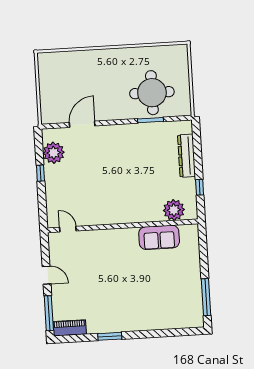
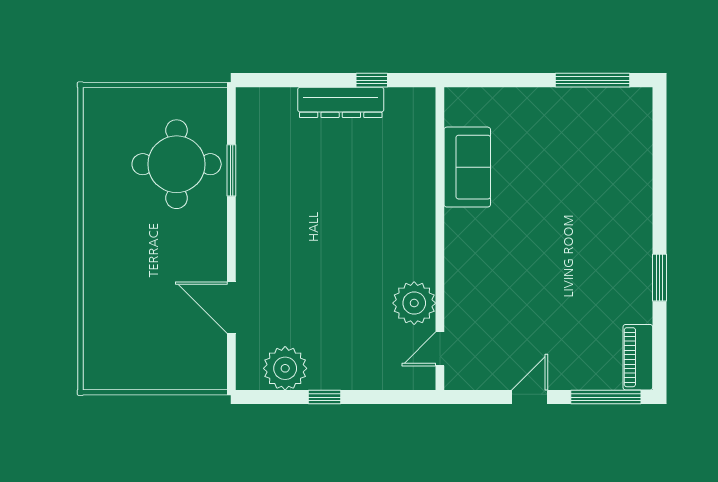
dresser: (187, 156) -> (341, 102), moved
plant: (174, 210) -> (414, 303), moved

